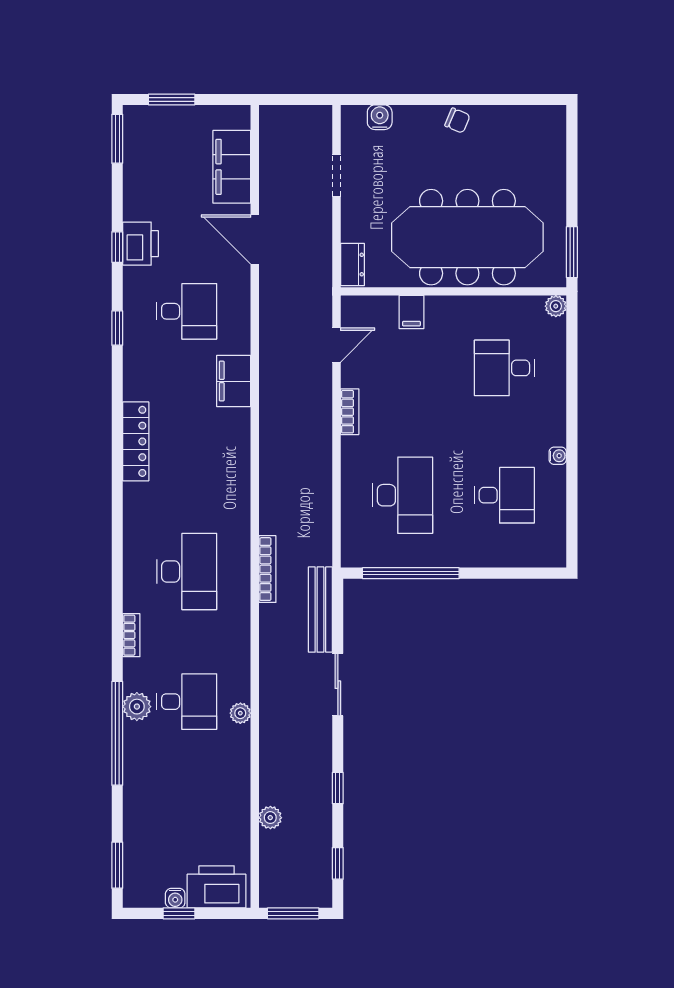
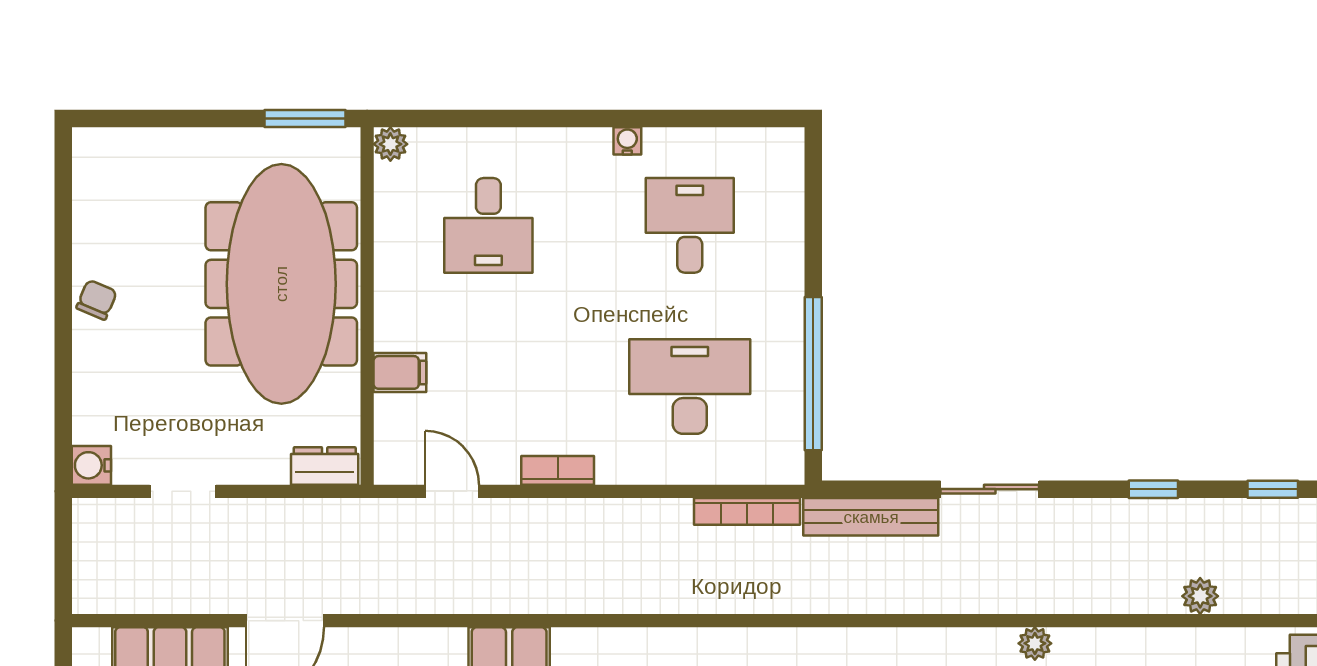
water cooler: (380, 117) -> (91, 465), moved
bookcase: (267, 569) -> (747, 511), moved, turned 180

